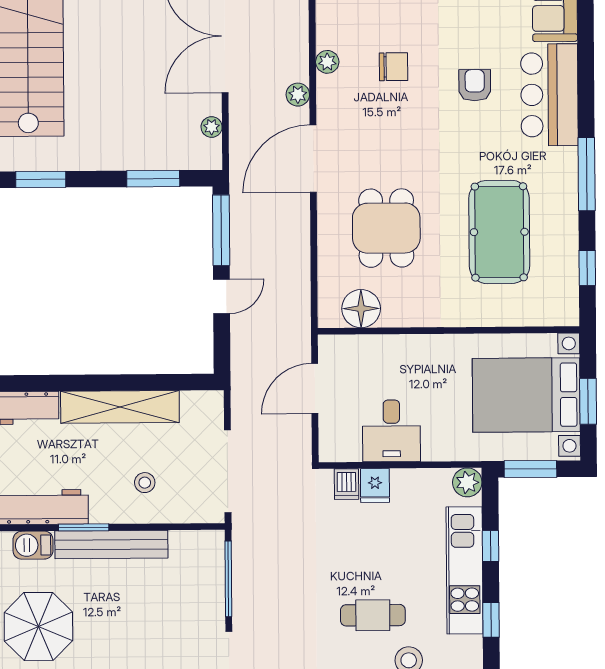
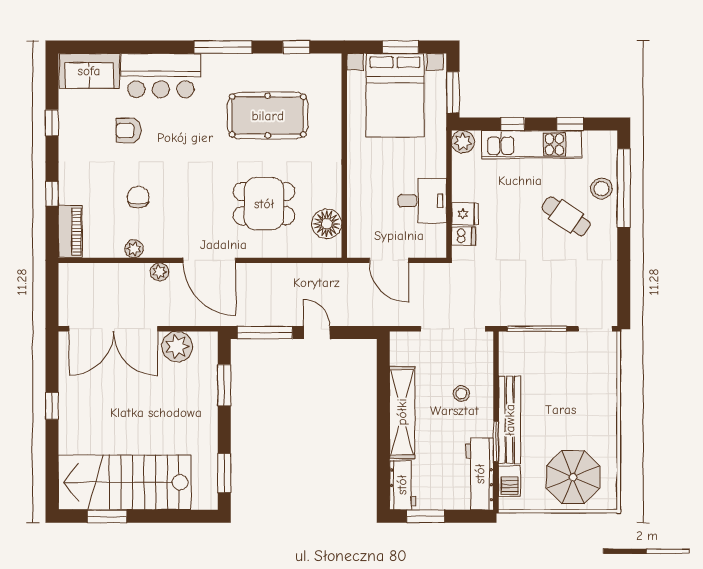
armchair: (475, 85) -> (129, 130), moved
plant: (212, 127) -> (177, 347), width x1.88, depth x1.88
cafe table: (373, 615) -> (566, 216), turned -56

